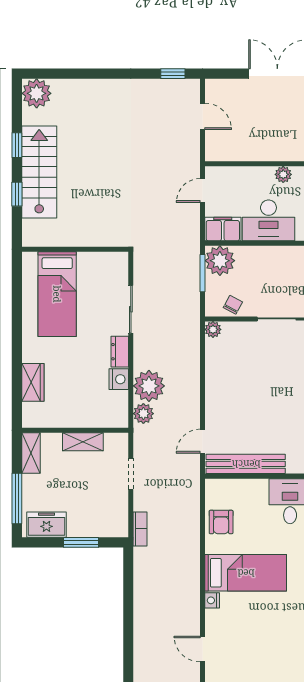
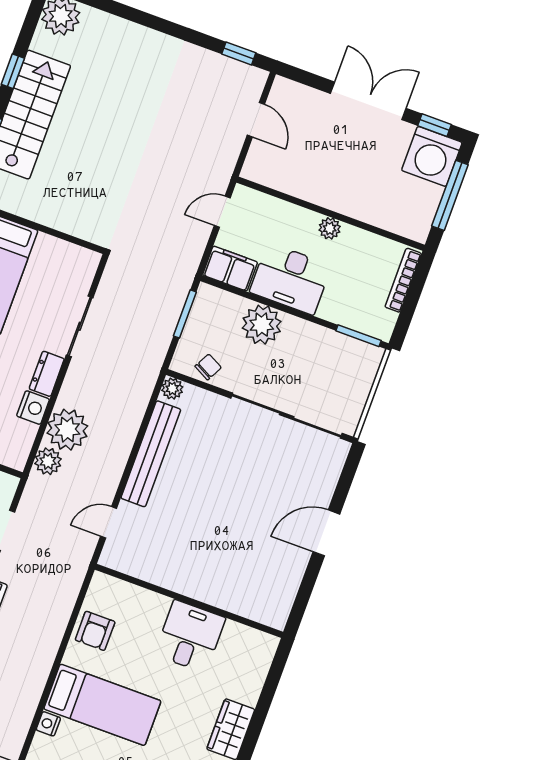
plant: (220, 261) -> (262, 325), moved
bench: (246, 464) -> (151, 454), moved, turned 90

